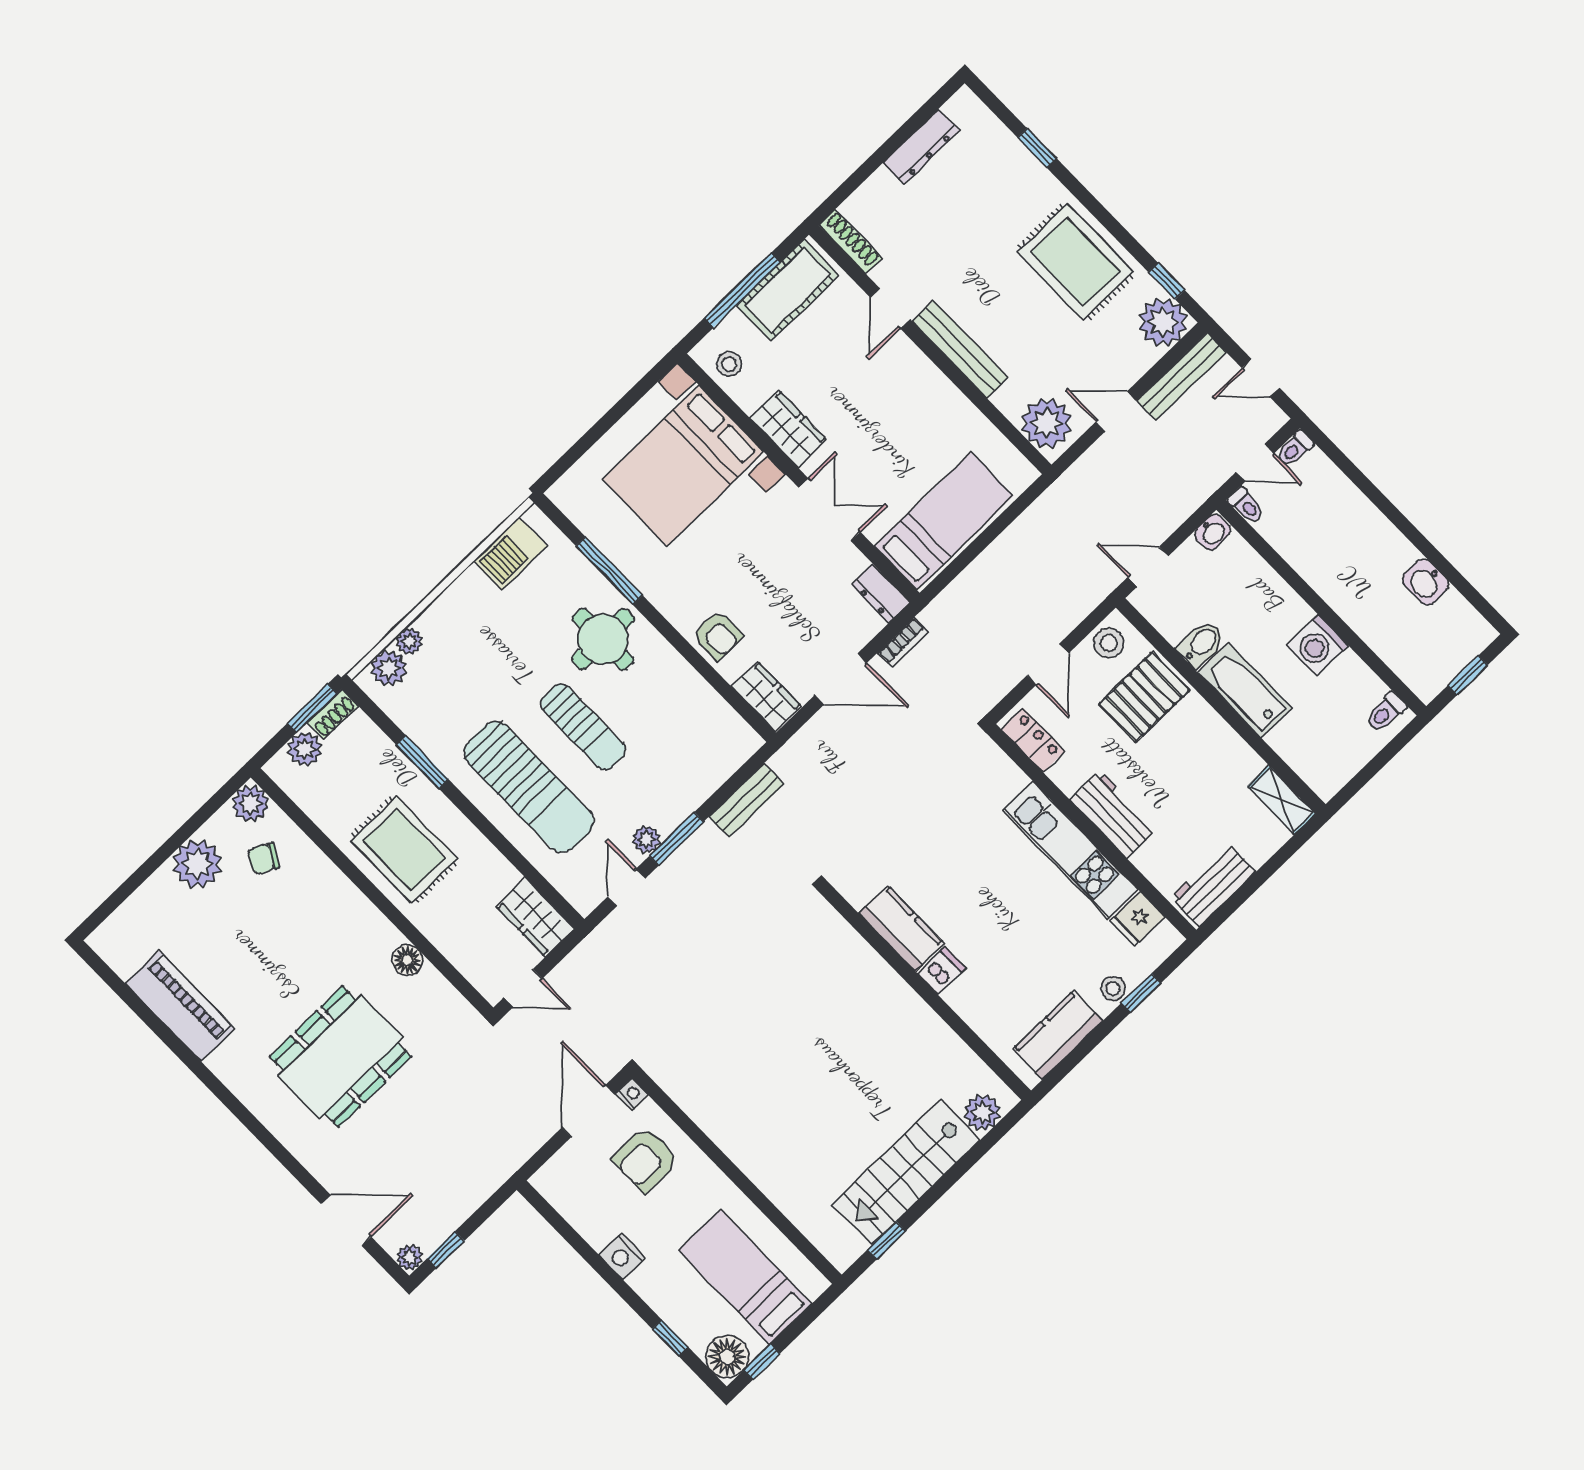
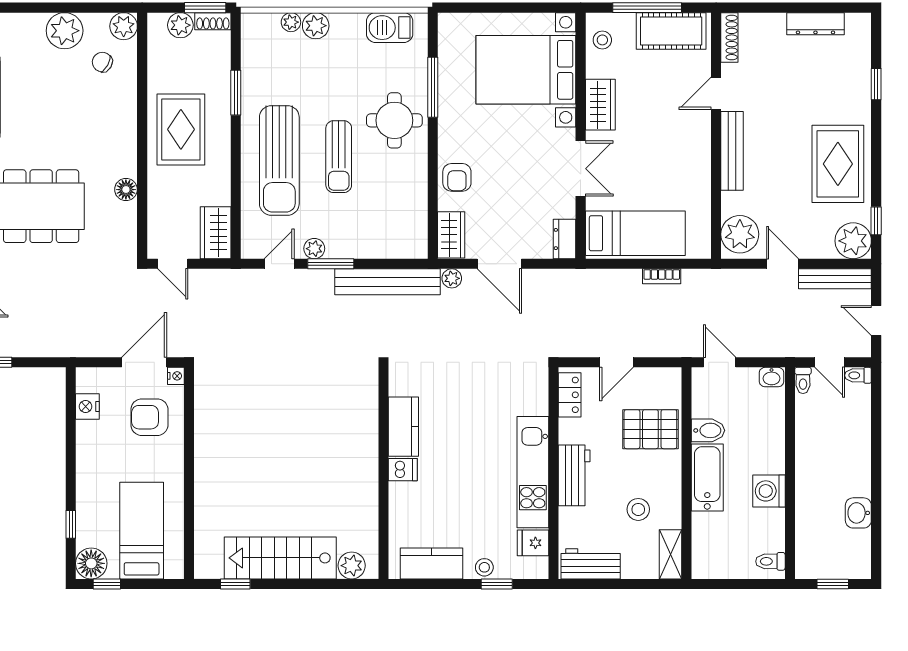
bookcase: (903, 642) -> (662, 276), moved
stool: (1109, 643) -> (638, 509), moved
plant: (389, 668) -> (316, 26), moved
plant: (808, 738) -> (452, 278), added
bench: (747, 800) -> (388, 282), width x1.86, depth x1.21
nightstand: (622, 1256) -> (87, 406), moved

